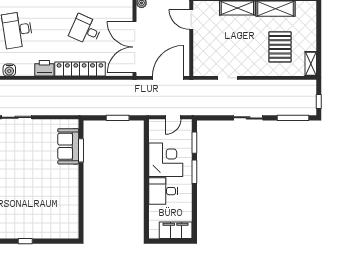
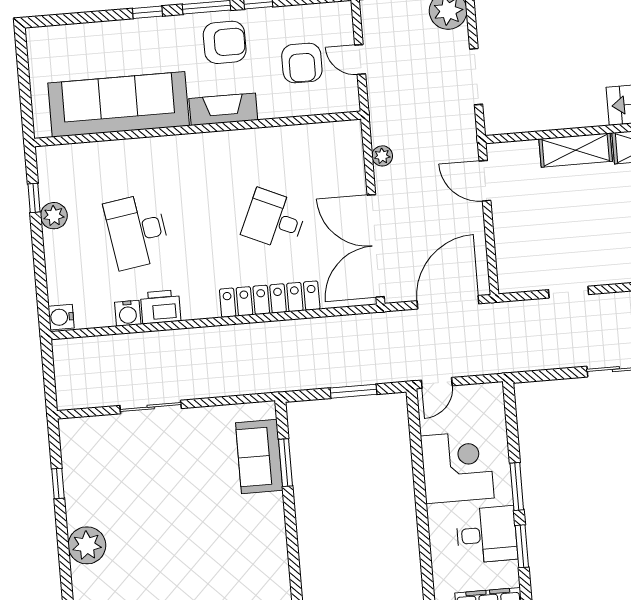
printer: (44, 68) -> (161, 307), moved
door: (173, 117) -> (437, 383), moved
window: (194, 143) -> (522, 546), moved
desk: (163, 191) -> (487, 535), moved, turned 180

